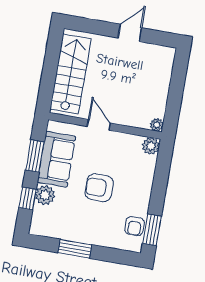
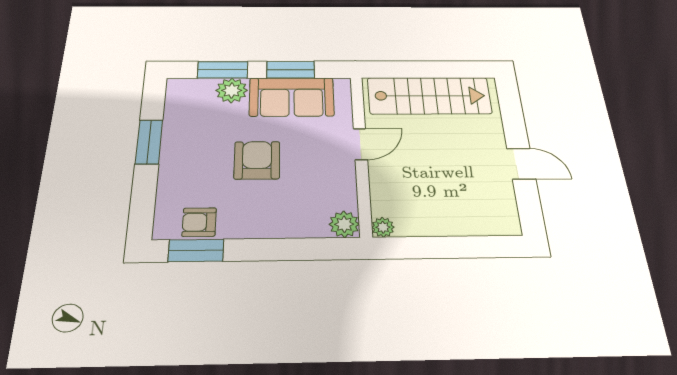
window: (28, 198) -> (223, 70), width x1.50

